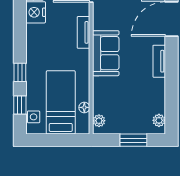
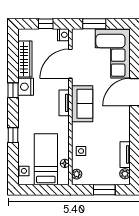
sofa: (106, 53) -> (82, 104), moved
tv unit: (159, 61) -> (125, 155), moved
side table: (104, 92) -> (81, 151), added
window: (20, 105) -> (13, 90), moved

